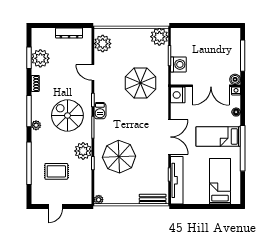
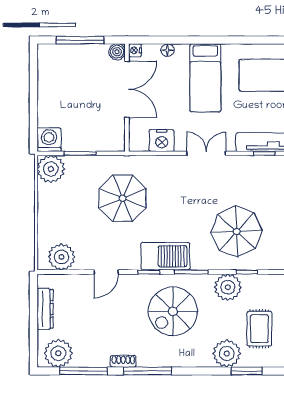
window: (29, 58) -> (84, 371), width x1.44
plant: (40, 58) -> (58, 353), moved
washing machine: (178, 64) -> (49, 140), moved
nightstand: (178, 95) -> (162, 140), moved
window: (29, 111) -> (148, 371), moved
barbecue: (100, 111) -> (165, 256), width x1.88, depth x1.53
plant: (36, 125) -> (227, 354), moved, width x1.88, depth x1.88
double door: (169, 137) -> (206, 153), width x0.73
window: (243, 148) -> (224, 40), removed
window: (29, 163) -> (247, 371), width x0.47

